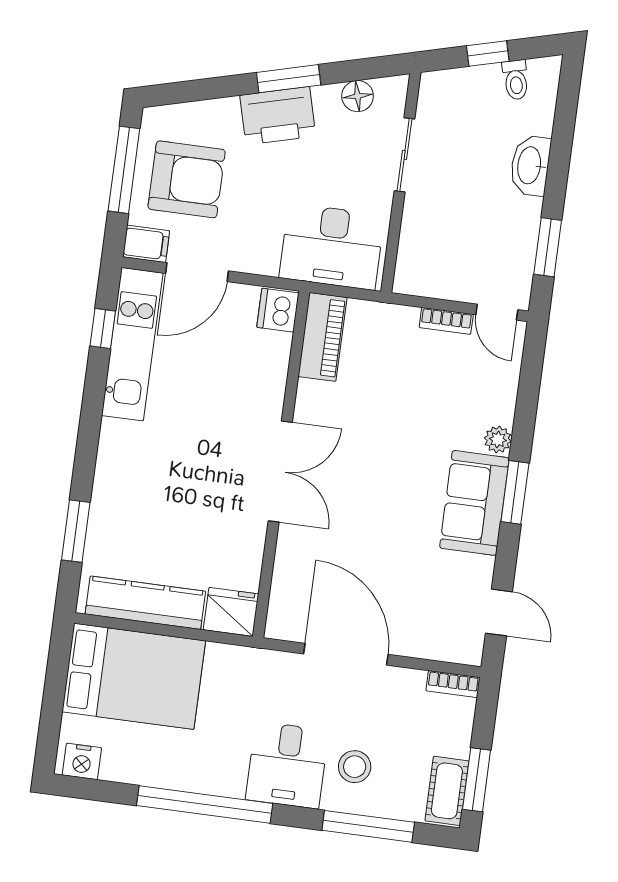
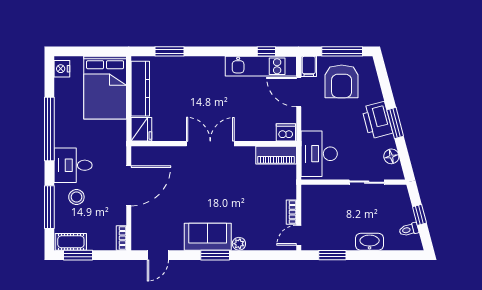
double door: (280, 472) -> (210, 144), swing flipped

